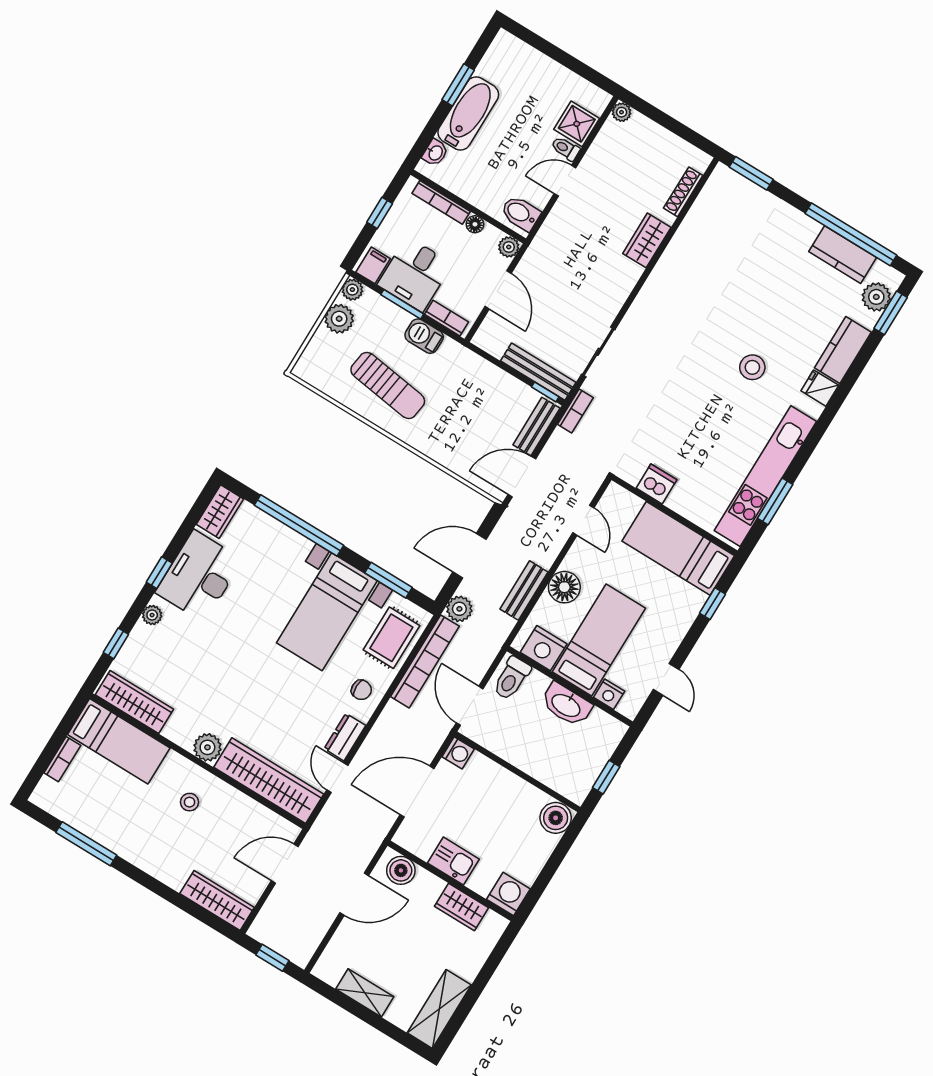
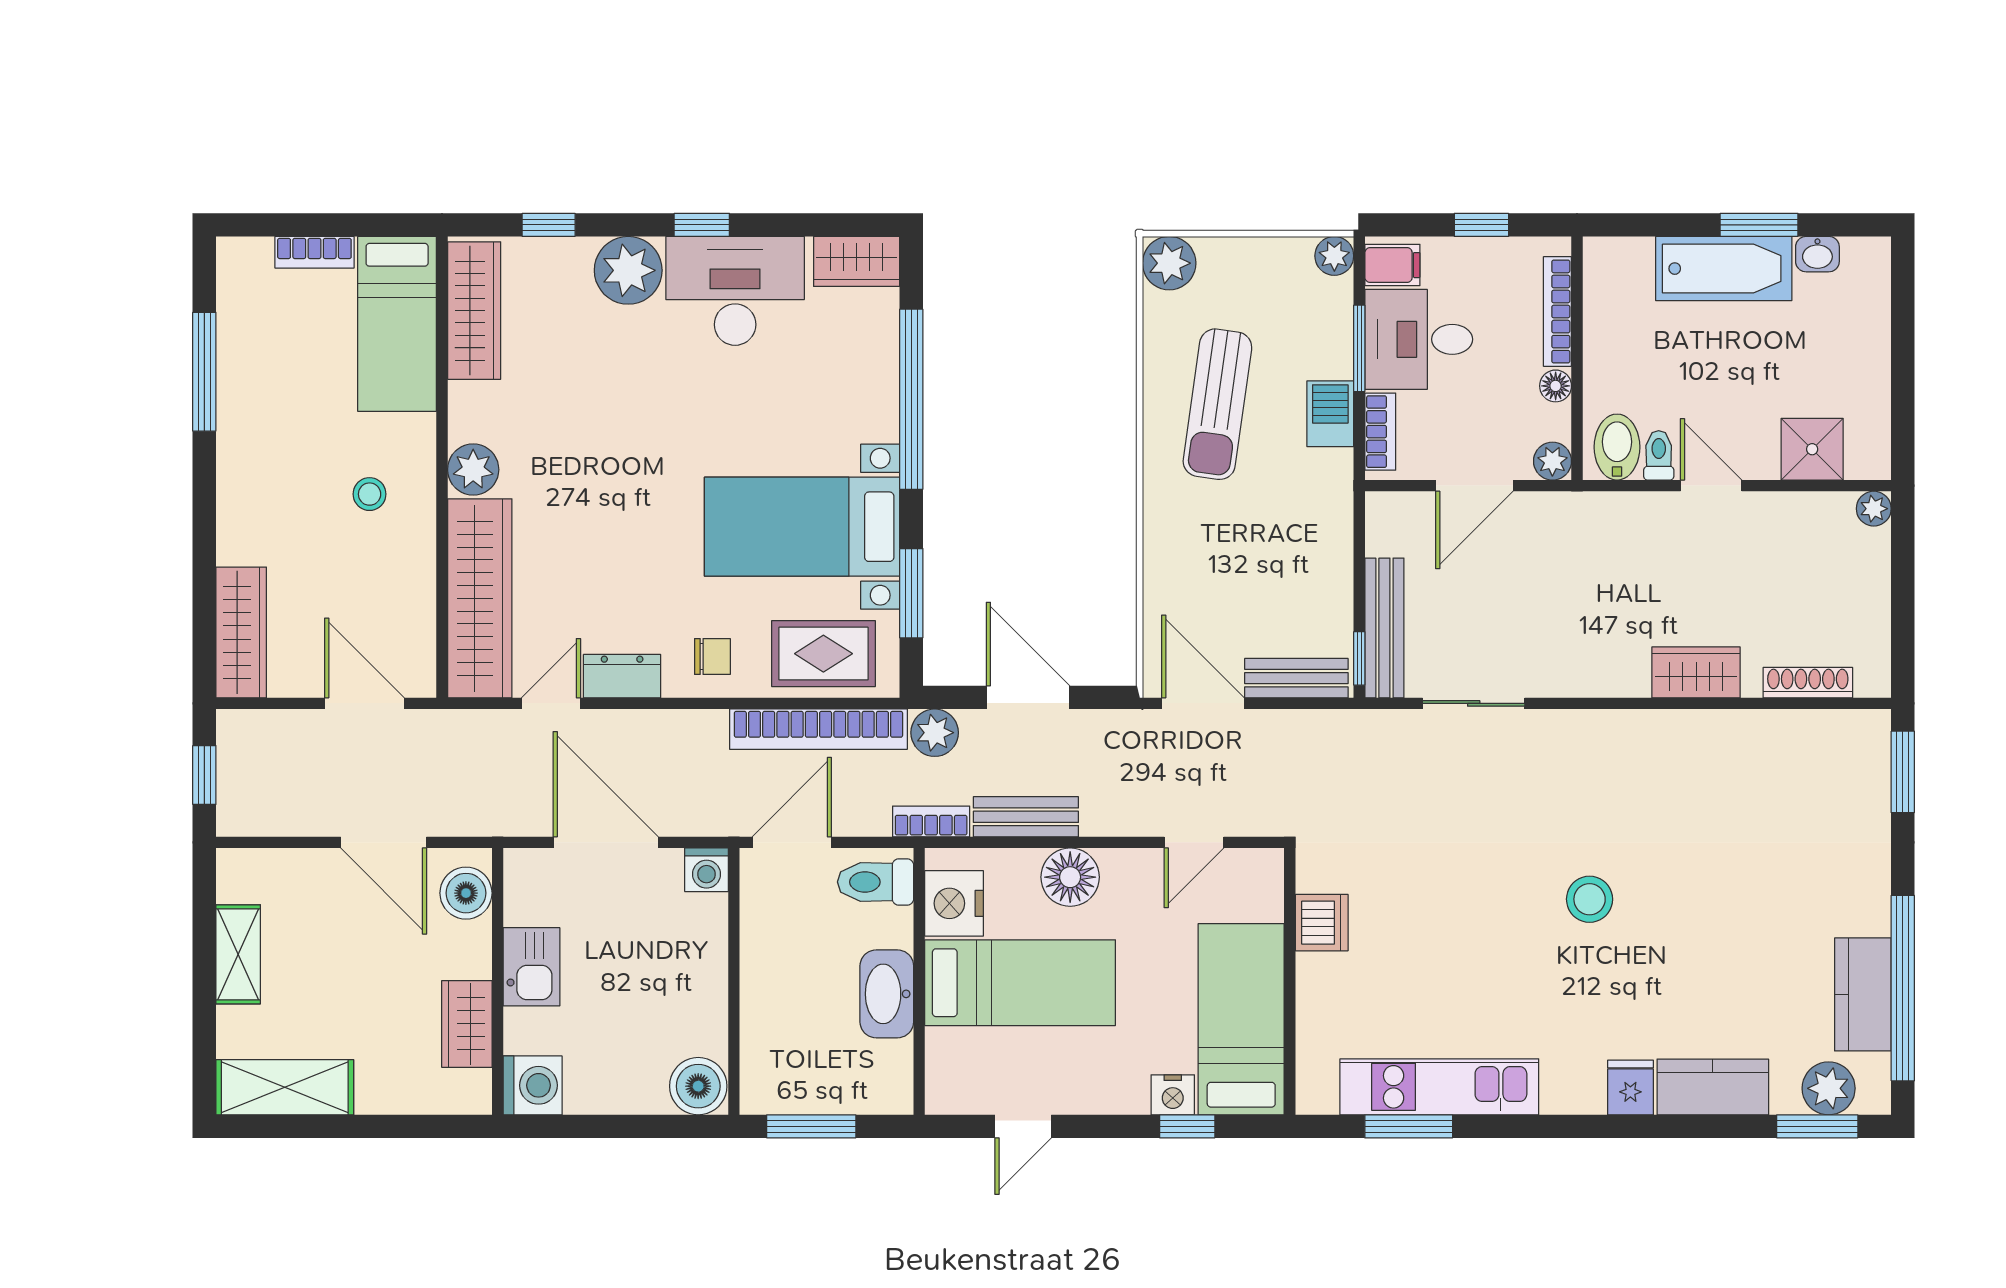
toilet: (565, 149) -> (1659, 455), moved
washbasin: (435, 153) -> (1817, 254), moved
plant: (339, 319) -> (1169, 263), moved
stool: (752, 367) -> (1590, 899), moved
bookcase: (575, 411) -> (931, 821), moved, turned 180
kitchen unit: (765, 476) -> (1439, 1087), width x0.73
plant: (152, 615) -> (628, 270), width x1.88, depth x1.88
chair: (361, 690) -> (712, 656), turned -90
nightstand: (609, 694) -> (1173, 1095), moved, turned -90
window: (606, 777) -> (811, 1126), width x1.50

